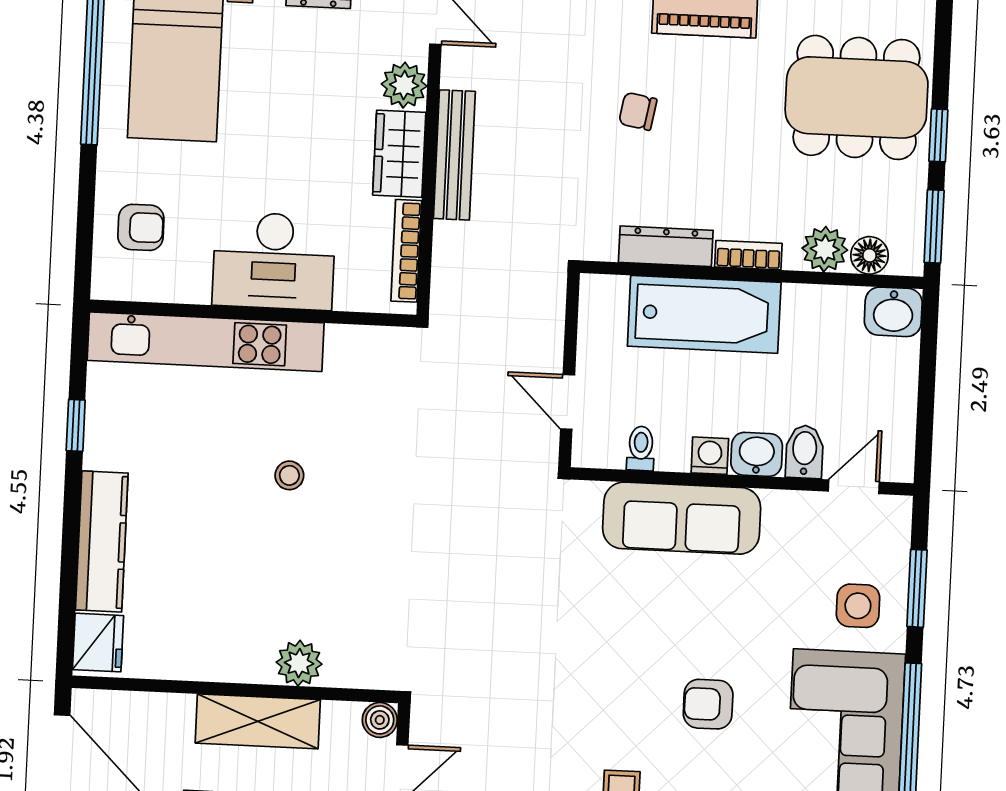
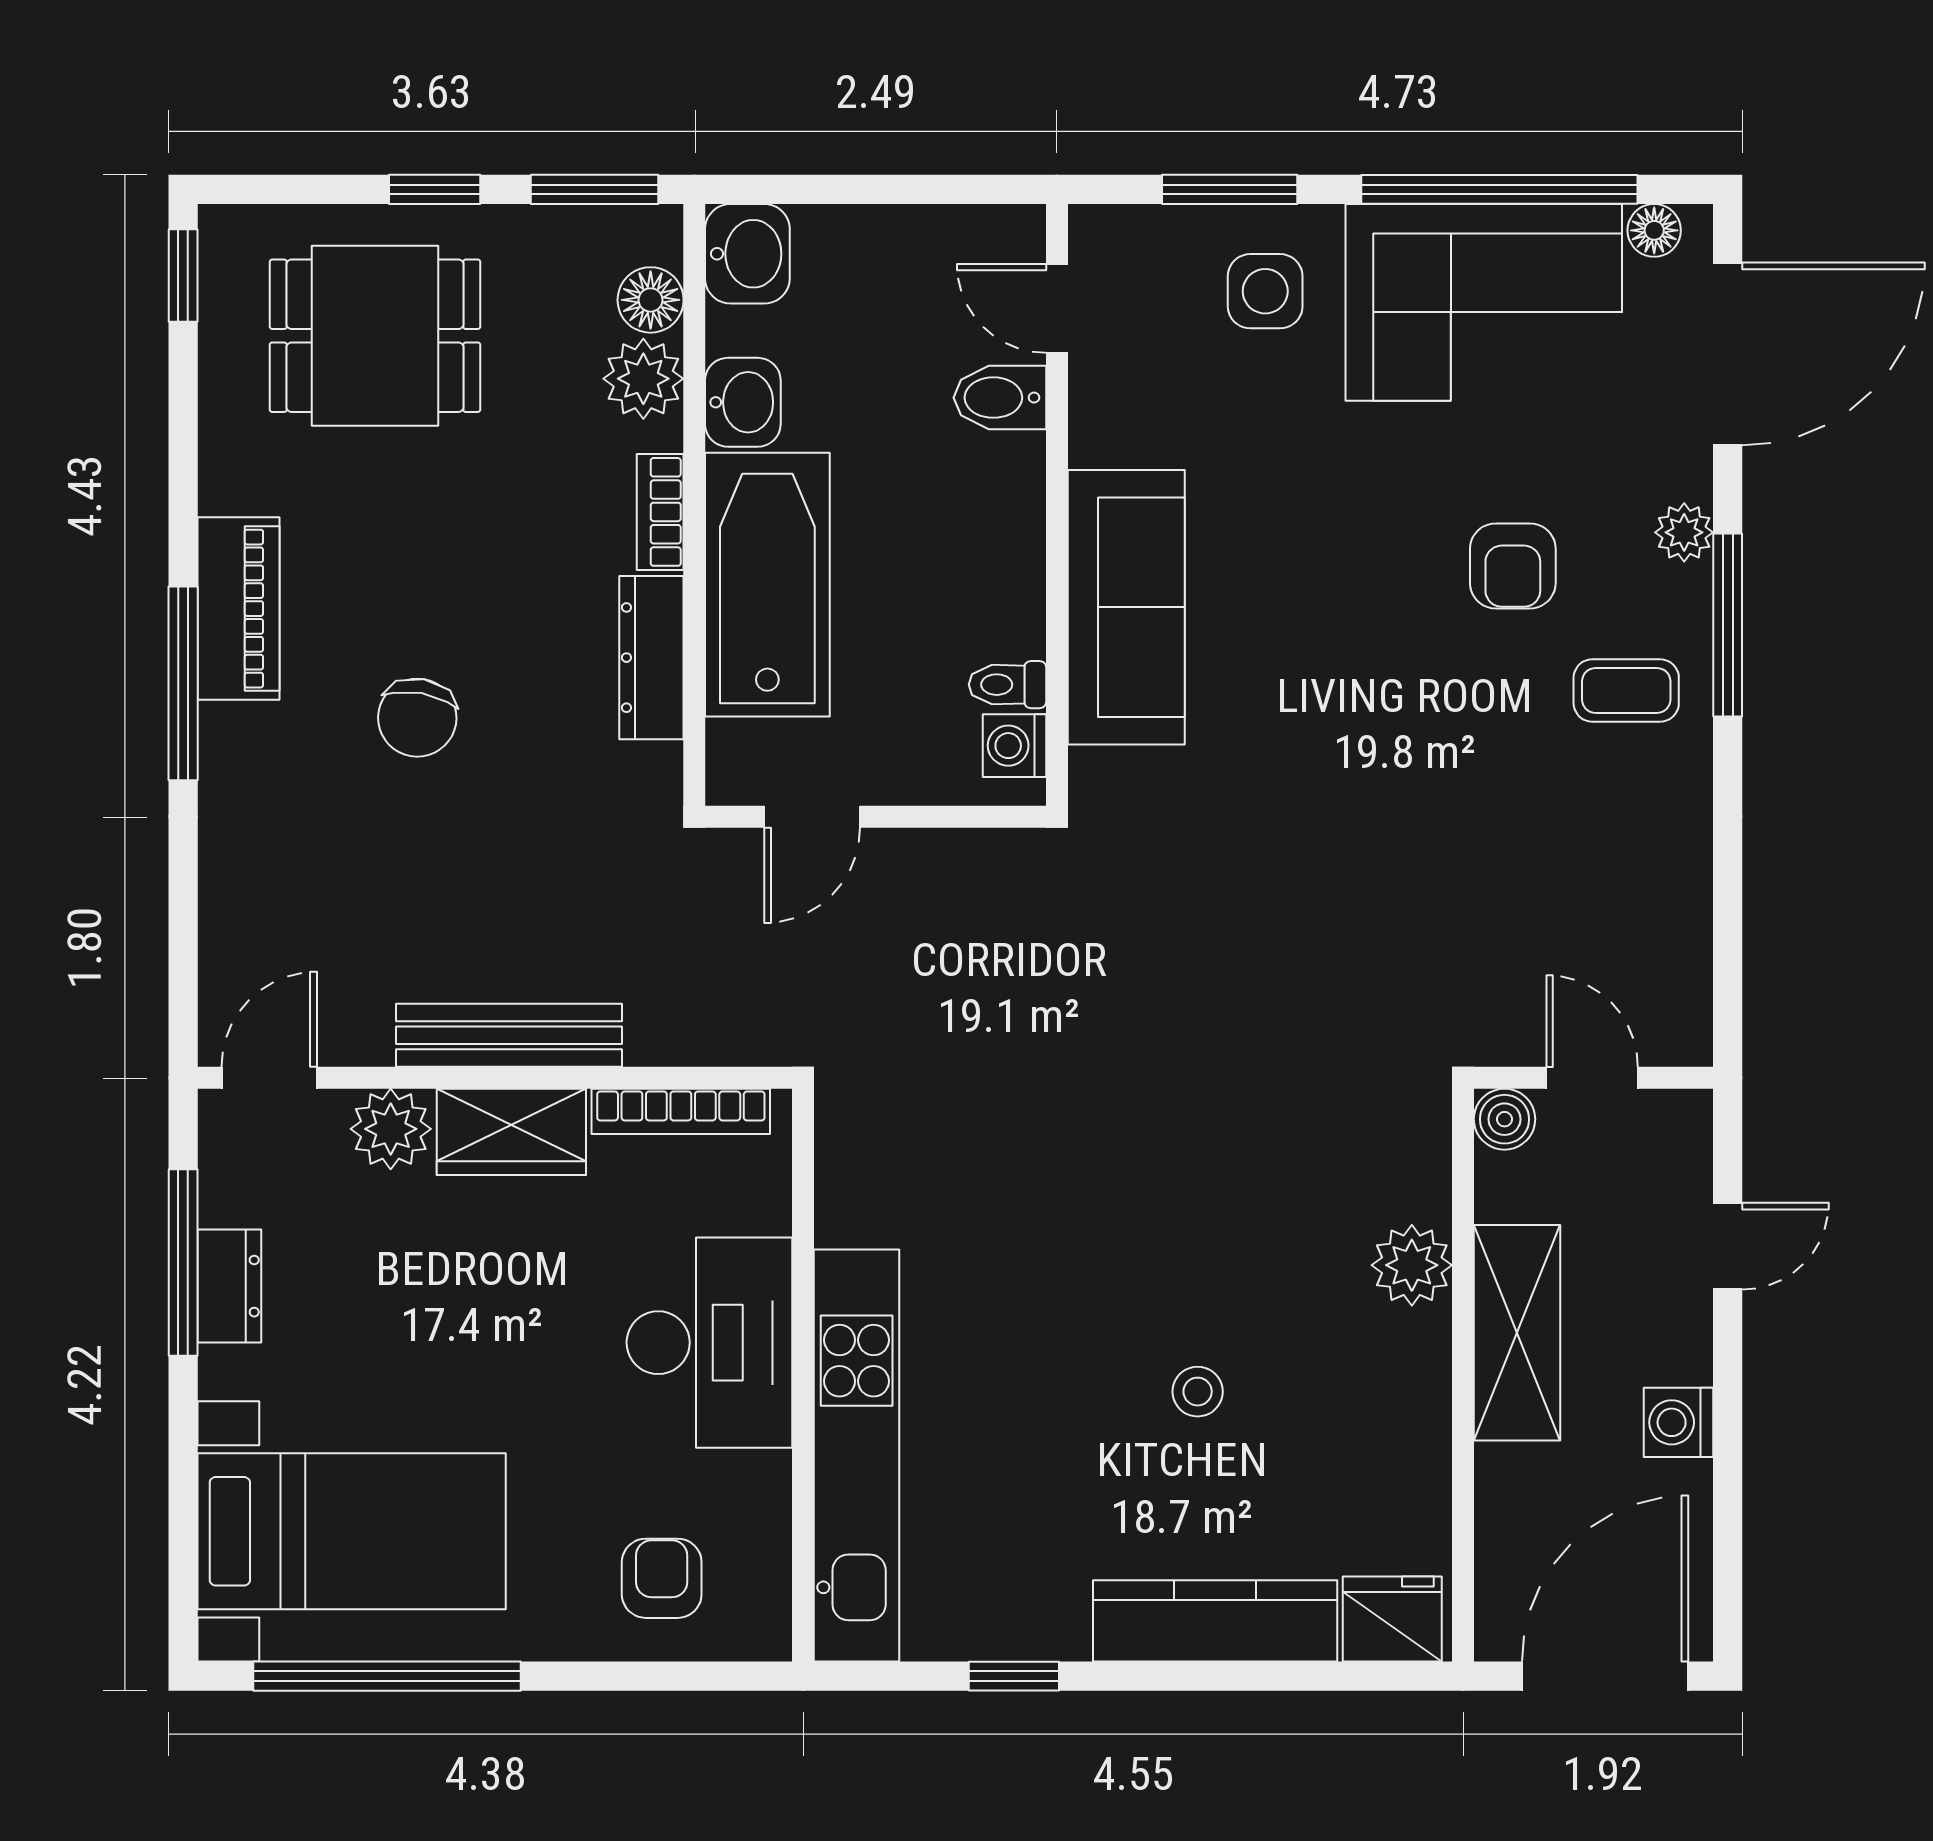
dining table: (857, 97) -> (375, 336), width x0.73
chair: (638, 111) -> (417, 718), width x1.37, depth x1.37
door: (568, 402) -> (812, 817), moved
washbasin: (757, 454) -> (743, 402), moved, turned 180
washing machine: (710, 456) -> (1014, 746), moved
stool: (289, 475) -> (1198, 1392), moved
armchair: (708, 704) -> (1513, 566), moved

